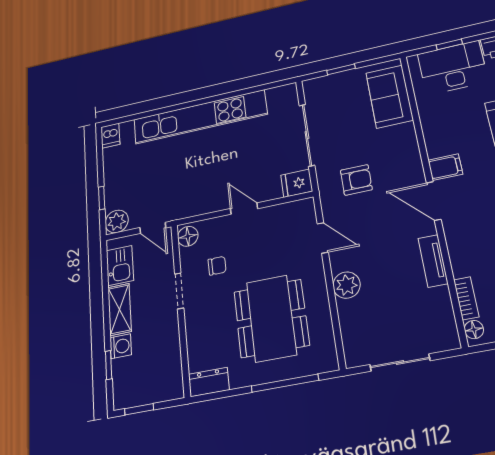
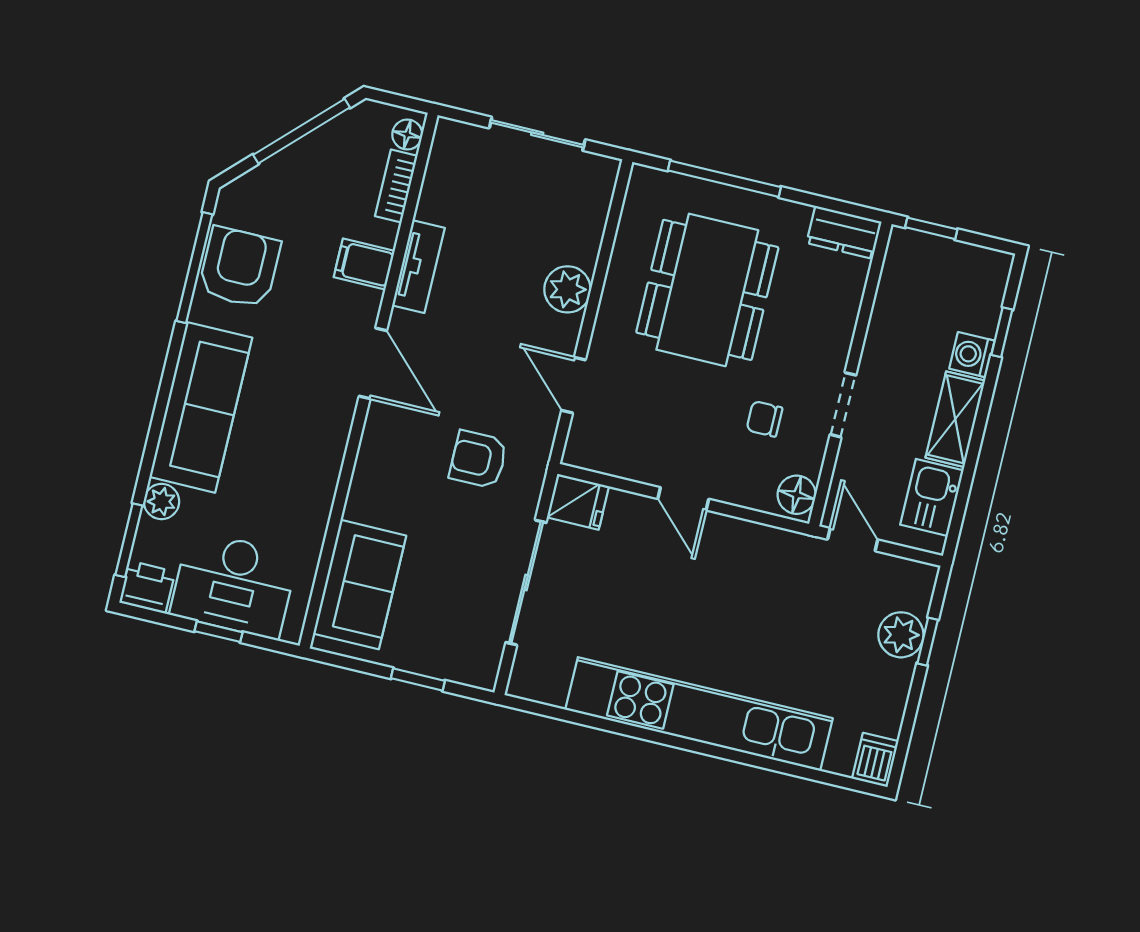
filing cabinet: (445, 167) -> (364, 264), moved
plant: (117, 221) -> (901, 635), moved
window: (139, 409) -> (931, 228), moved

